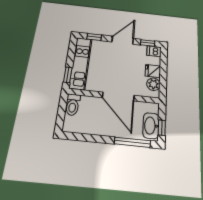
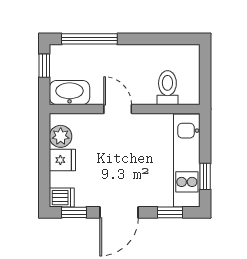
window: (68, 75) -> (205, 176), moved
door: (118, 96) -> (118, 109), width x0.53
toilet: (73, 105) -> (167, 88), moved
washbasin: (151, 126) -> (70, 93), moved, turned -90

